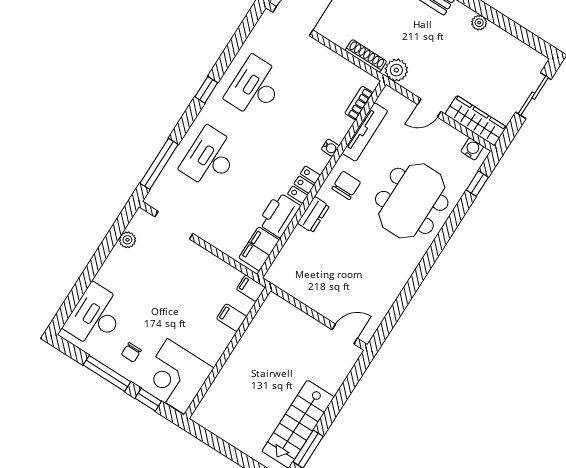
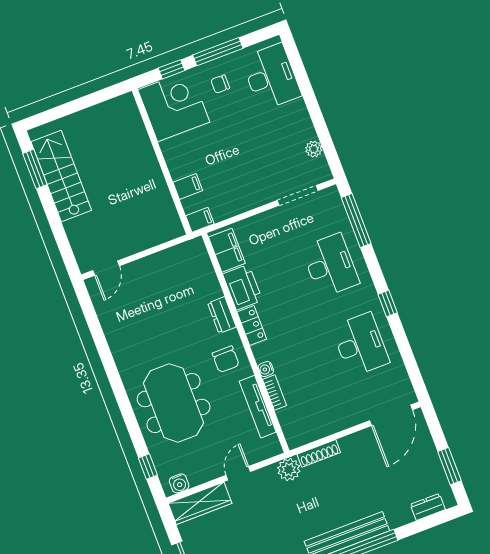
bookcase: (359, 103) -> (275, 393), moved
chair: (131, 352) -> (220, 84), turned -90

